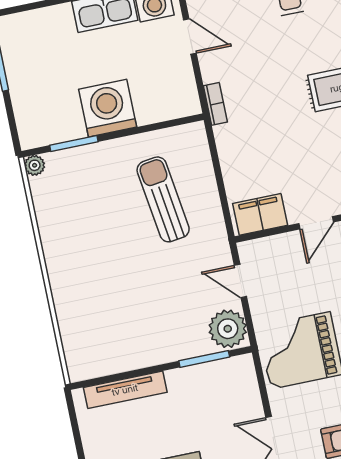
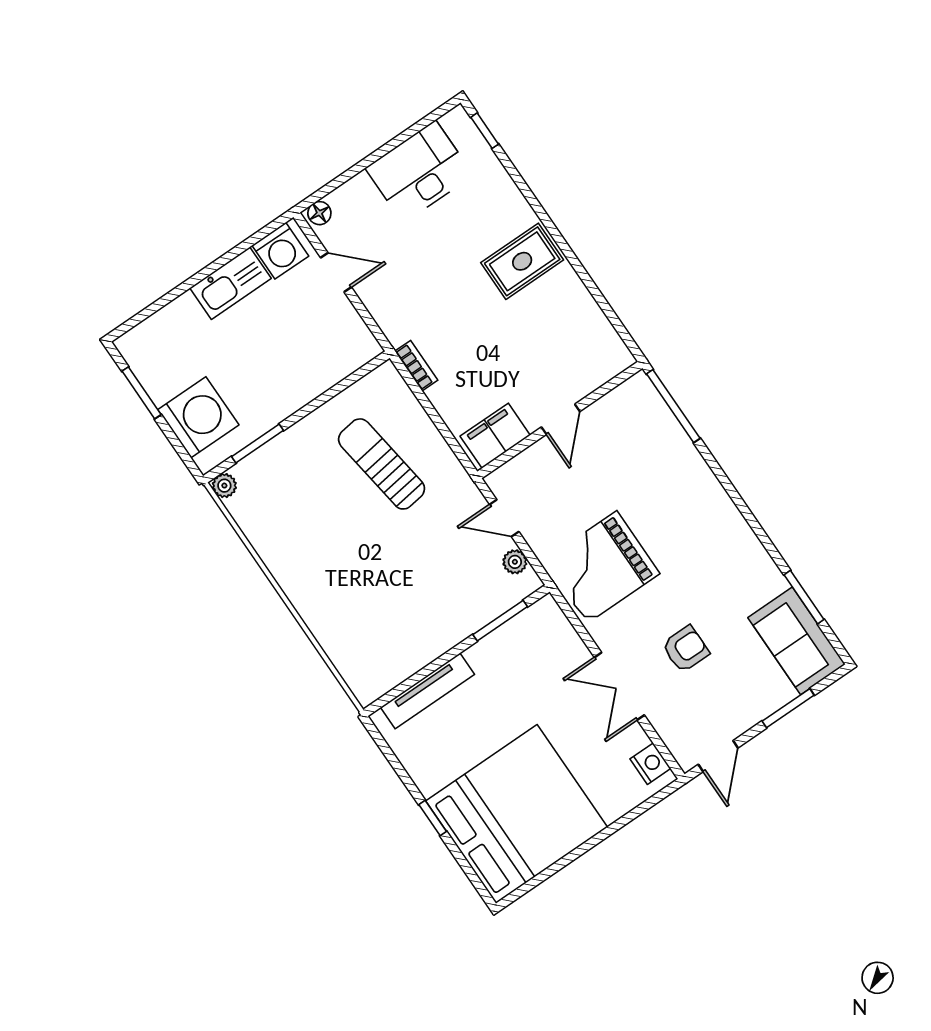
bookcase: (215, 104) -> (416, 366), moved
washing machine: (108, 108) -> (198, 417), moved, turned 90
plant: (228, 329) -> (515, 562), width x0.53, depth x0.53

